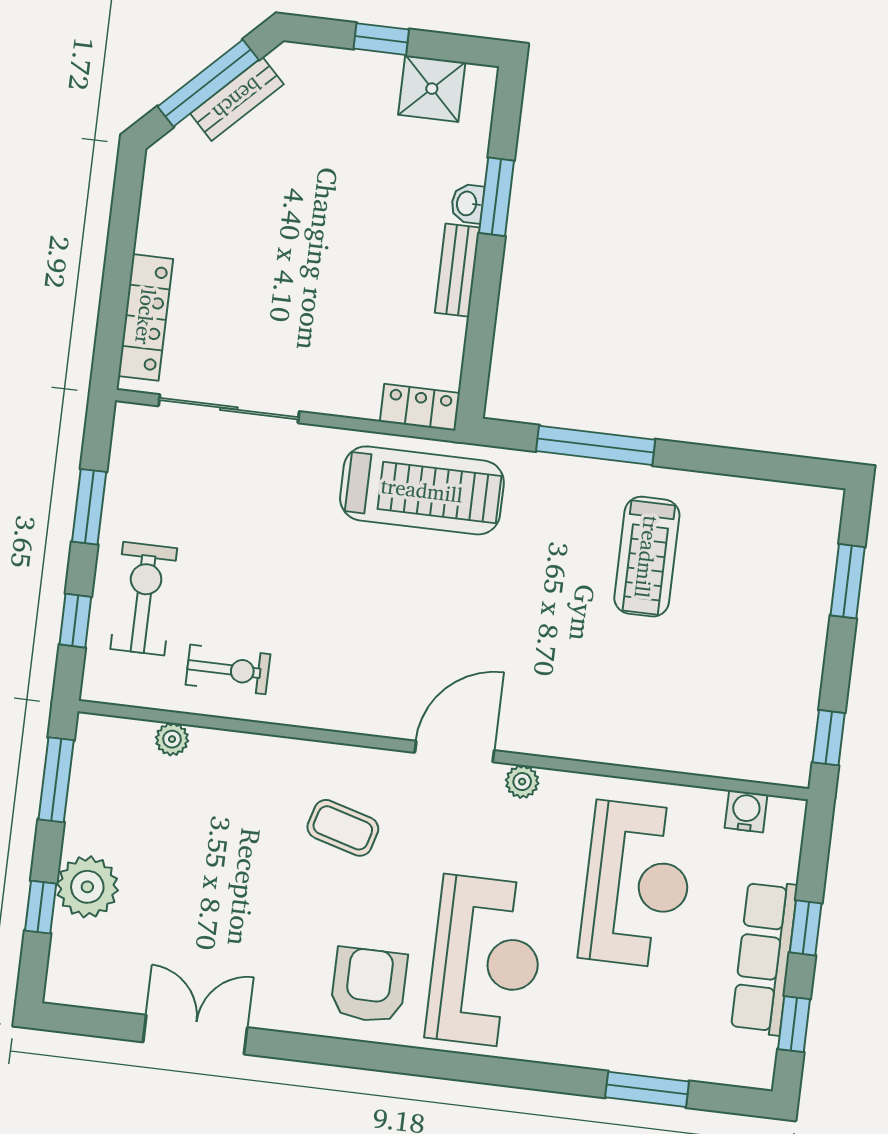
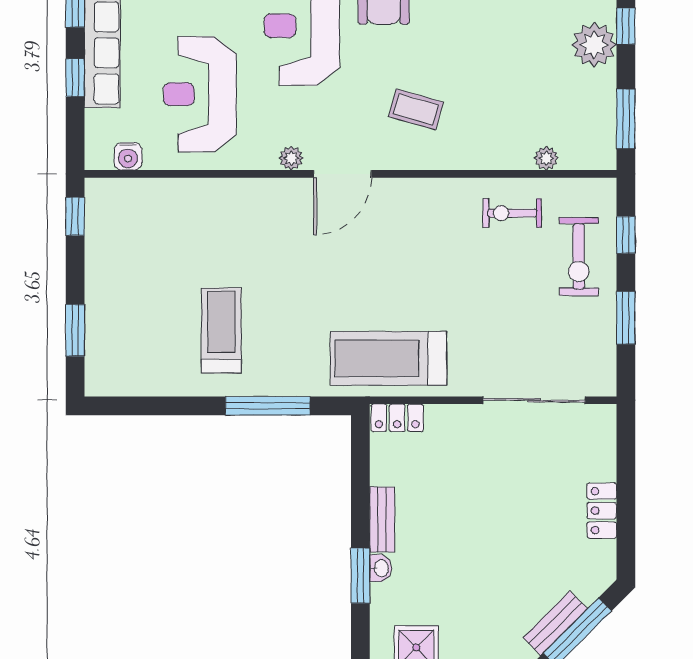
locker: (146, 317) -> (602, 511), moved, width x0.66

